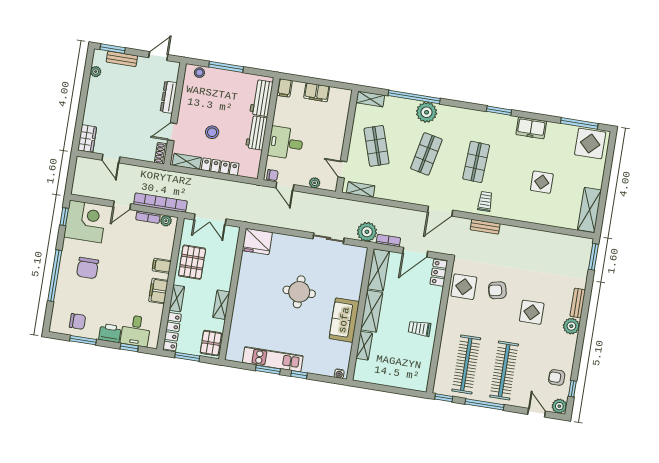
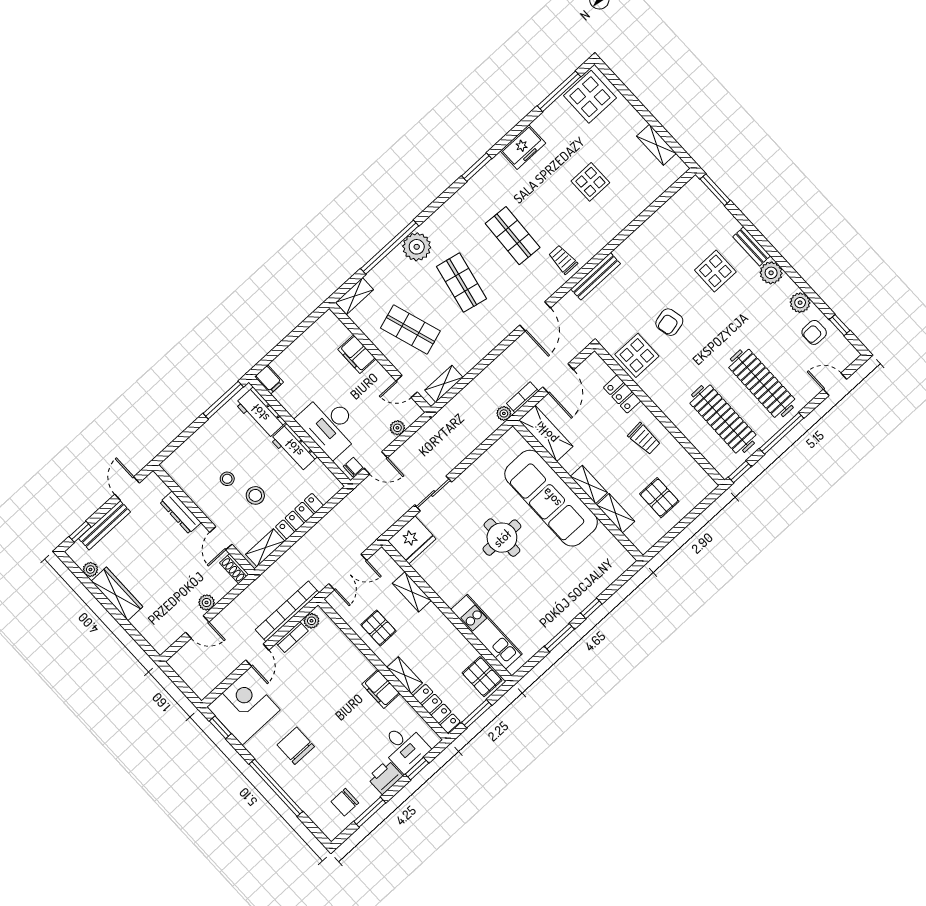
window: (113, 49) -> (80, 532), width x0.67
bench: (122, 59) -> (105, 525), width x1.36
window: (226, 67) -> (223, 400), moved
stool: (199, 73) -> (227, 479), moved
filing cabinet: (317, 92) -> (357, 354), moved, turned 90
wardrobe: (87, 139) -> (117, 594), moved, width x1.50
desk: (286, 143) -> (330, 425), width x1.37
plant: (129, 153) -> (207, 602), added
shelving: (589, 210) -> (656, 145), width x0.67, depth x0.75
bench: (485, 227) -> (596, 276), width x1.36
plant: (367, 232) -> (504, 413), width x0.53, depth x0.53
sliding door: (328, 238) -> (433, 493), moved
pallet: (192, 262) -> (378, 628), width x0.67, depth x0.71
filing cabinet: (162, 266) -> (356, 664), removed
chair: (88, 268) -> (296, 746), turned 180
locker: (439, 273) -> (622, 394), moved
shelving: (221, 305) -> (412, 592), moved
shelving: (372, 311) -> (589, 485), width x0.67, depth x0.75
display table: (532, 312) -> (715, 271), moved
sofa: (344, 320) -> (551, 498), width x1.85, depth x1.27
chair: (78, 321) -> (345, 802), turned 180
trolley: (420, 328) -> (644, 439), turned -94
kitchen unit: (273, 359) -> (486, 632), moved, turned 90
pallet: (393, 364) -> (659, 498), added
water cooler: (339, 374) -> (625, 564), removed
plant: (559, 406) -> (800, 303), moved

